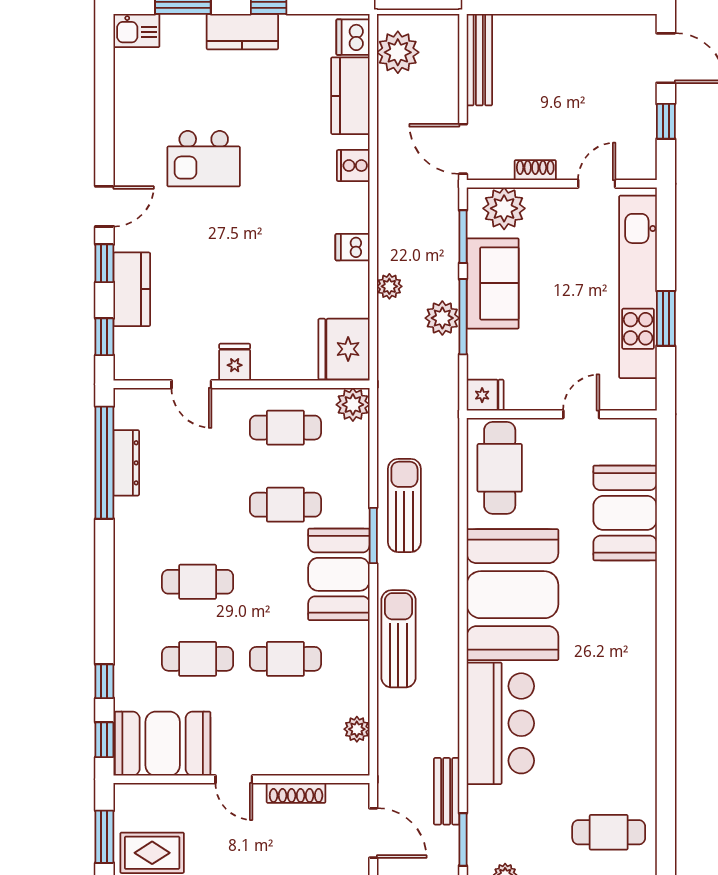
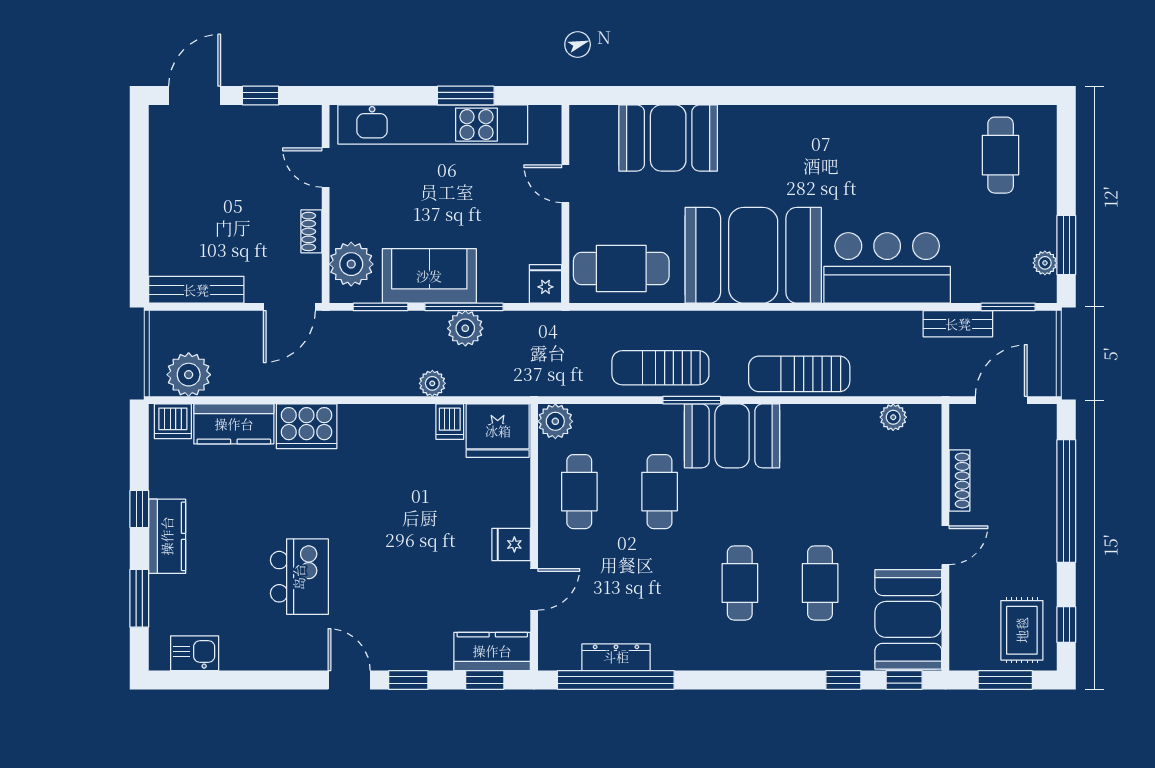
kitchen sink: (136, 30) -> (195, 653), moved, turned -90
cooker: (353, 166) -> (307, 426), width x1.87, depth x1.31
dishwasher: (353, 247) -> (450, 422), moved
kitchen counter: (132, 289) -> (492, 651), moved
cafe table: (285, 659) -> (820, 492), removed

